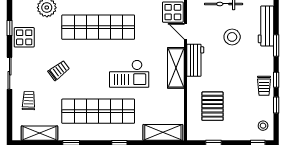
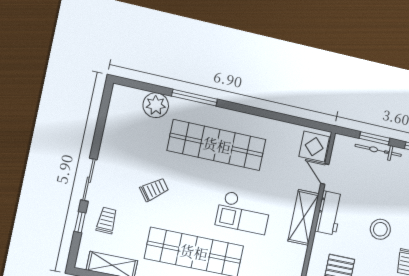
window: (10, 28) -> (80, 222), moved
display table: (24, 37) -> (118, 137), removed
stool: (232, 37) -> (380, 229), moved

